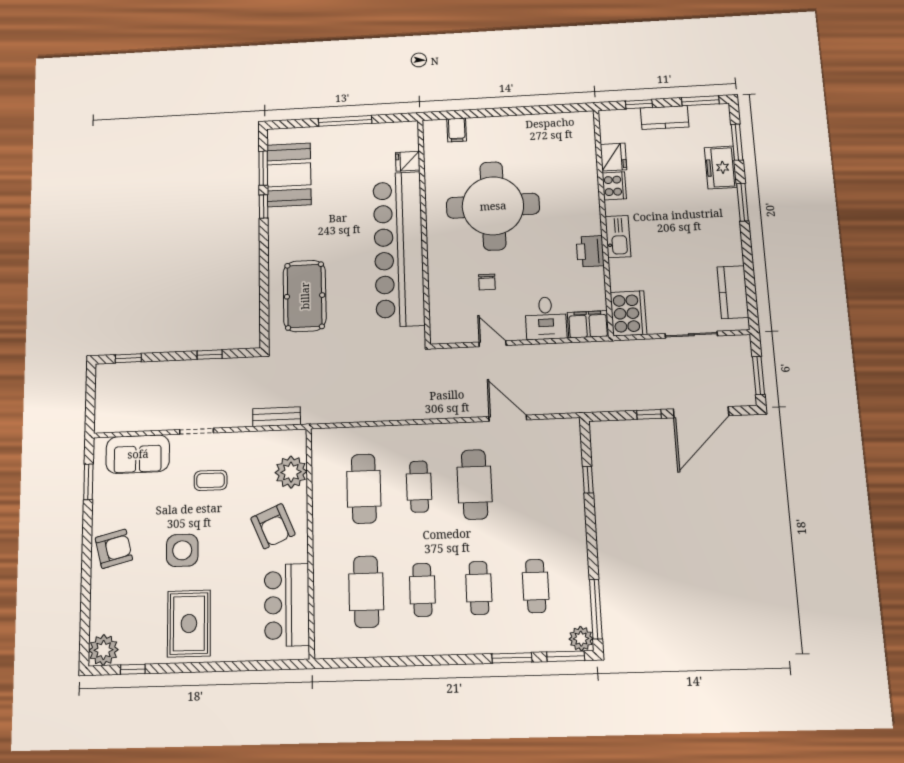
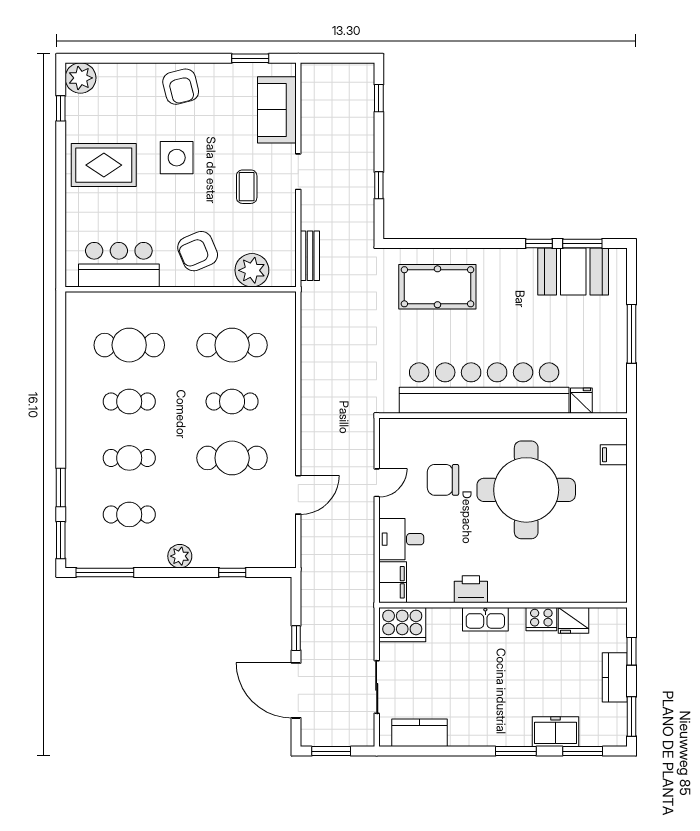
chair: (487, 282) -> (443, 480), width x1.87, depth x1.87
plant: (581, 639) -> (180, 556), moved

